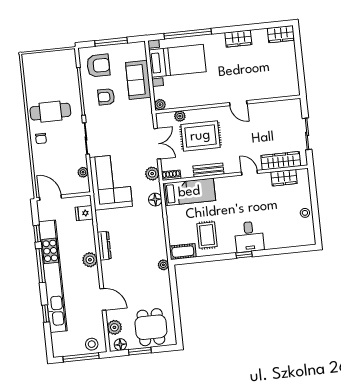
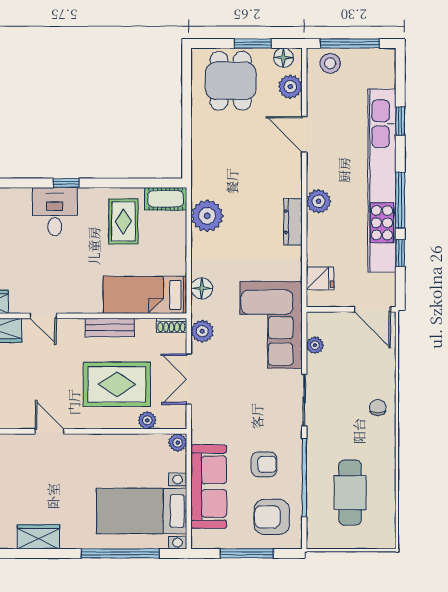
sofa: (138, 80) -> (209, 487), width x1.36
cafe table: (50, 112) -> (350, 493), moved, turned 90
plant: (163, 265) -> (207, 216), moved, width x1.87, depth x1.87

